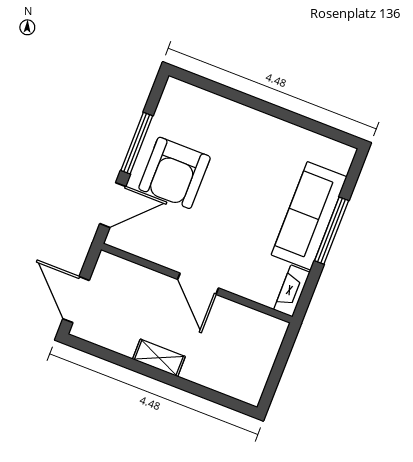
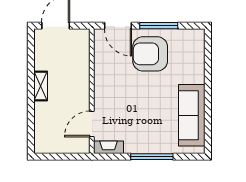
sofa: (309, 216) -> (192, 115), moved, turned -90
door: (198, 284) -> (92, 124), moved

